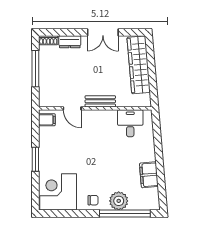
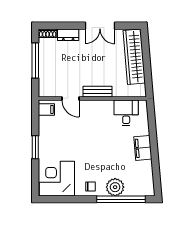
filing cabinet: (149, 175) -> (143, 148), moved

